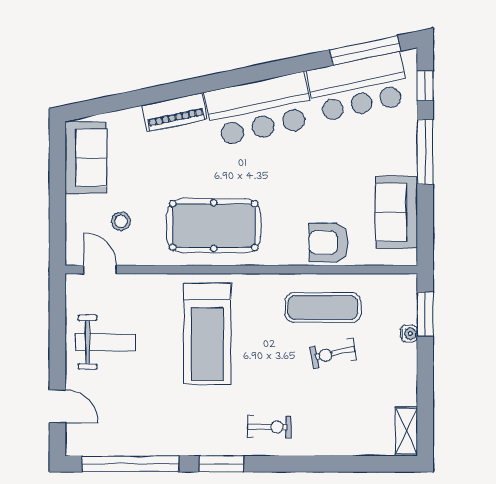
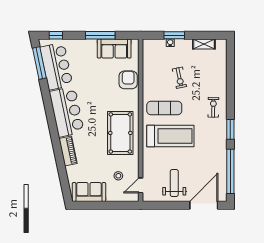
window: (425, 152) -> (100, 35), moved
armchair: (329, 243) -> (128, 80), turned 180
exercise mat: (323, 308) -> (164, 108), moved, turned 90
window: (425, 314) -> (174, 35), moved
door: (57, 406) -> (204, 205), width x1.87
shelving: (406, 431) -> (204, 44), moved

